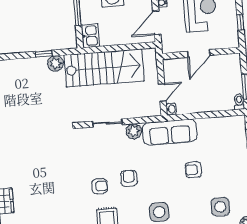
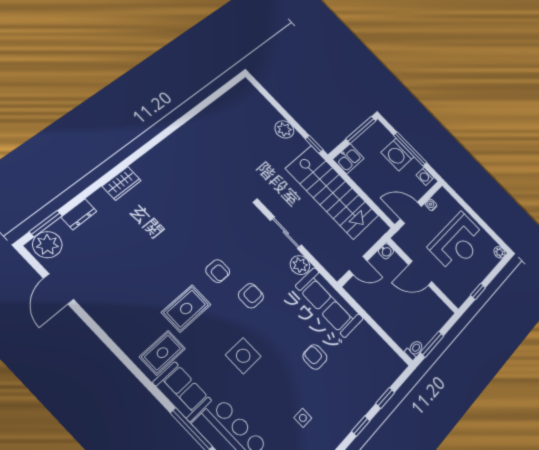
window: (44, 54) -> (314, 144), moved
plant: (55, 63) -> (284, 129), moved
washbasin: (171, 109) -> (386, 251), moved
side table: (220, 207) -> (303, 418), width x0.54, depth x0.54

